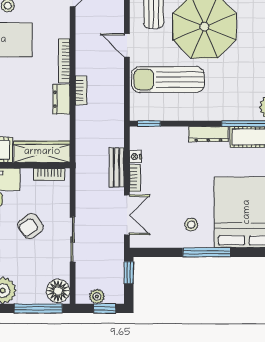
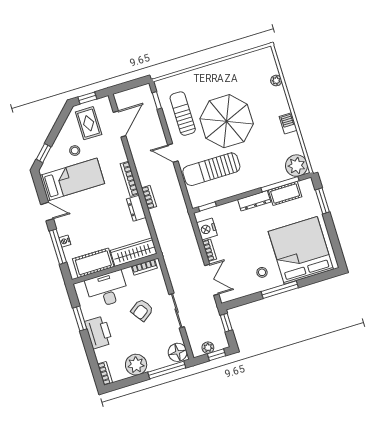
nightstand: (135, 157) -> (207, 229), width x1.89, depth x1.79
bench: (117, 167) -> (193, 247), removed

